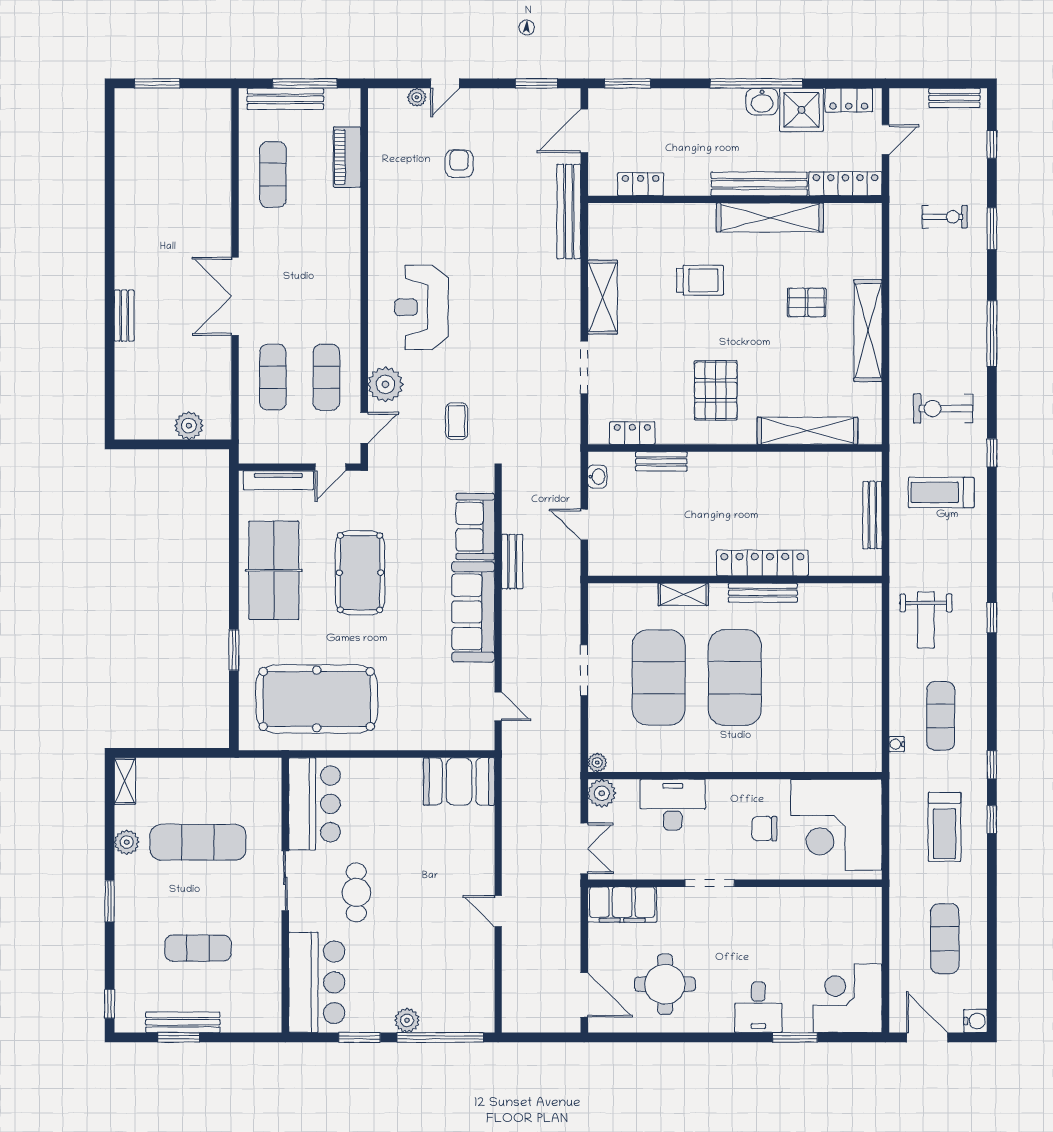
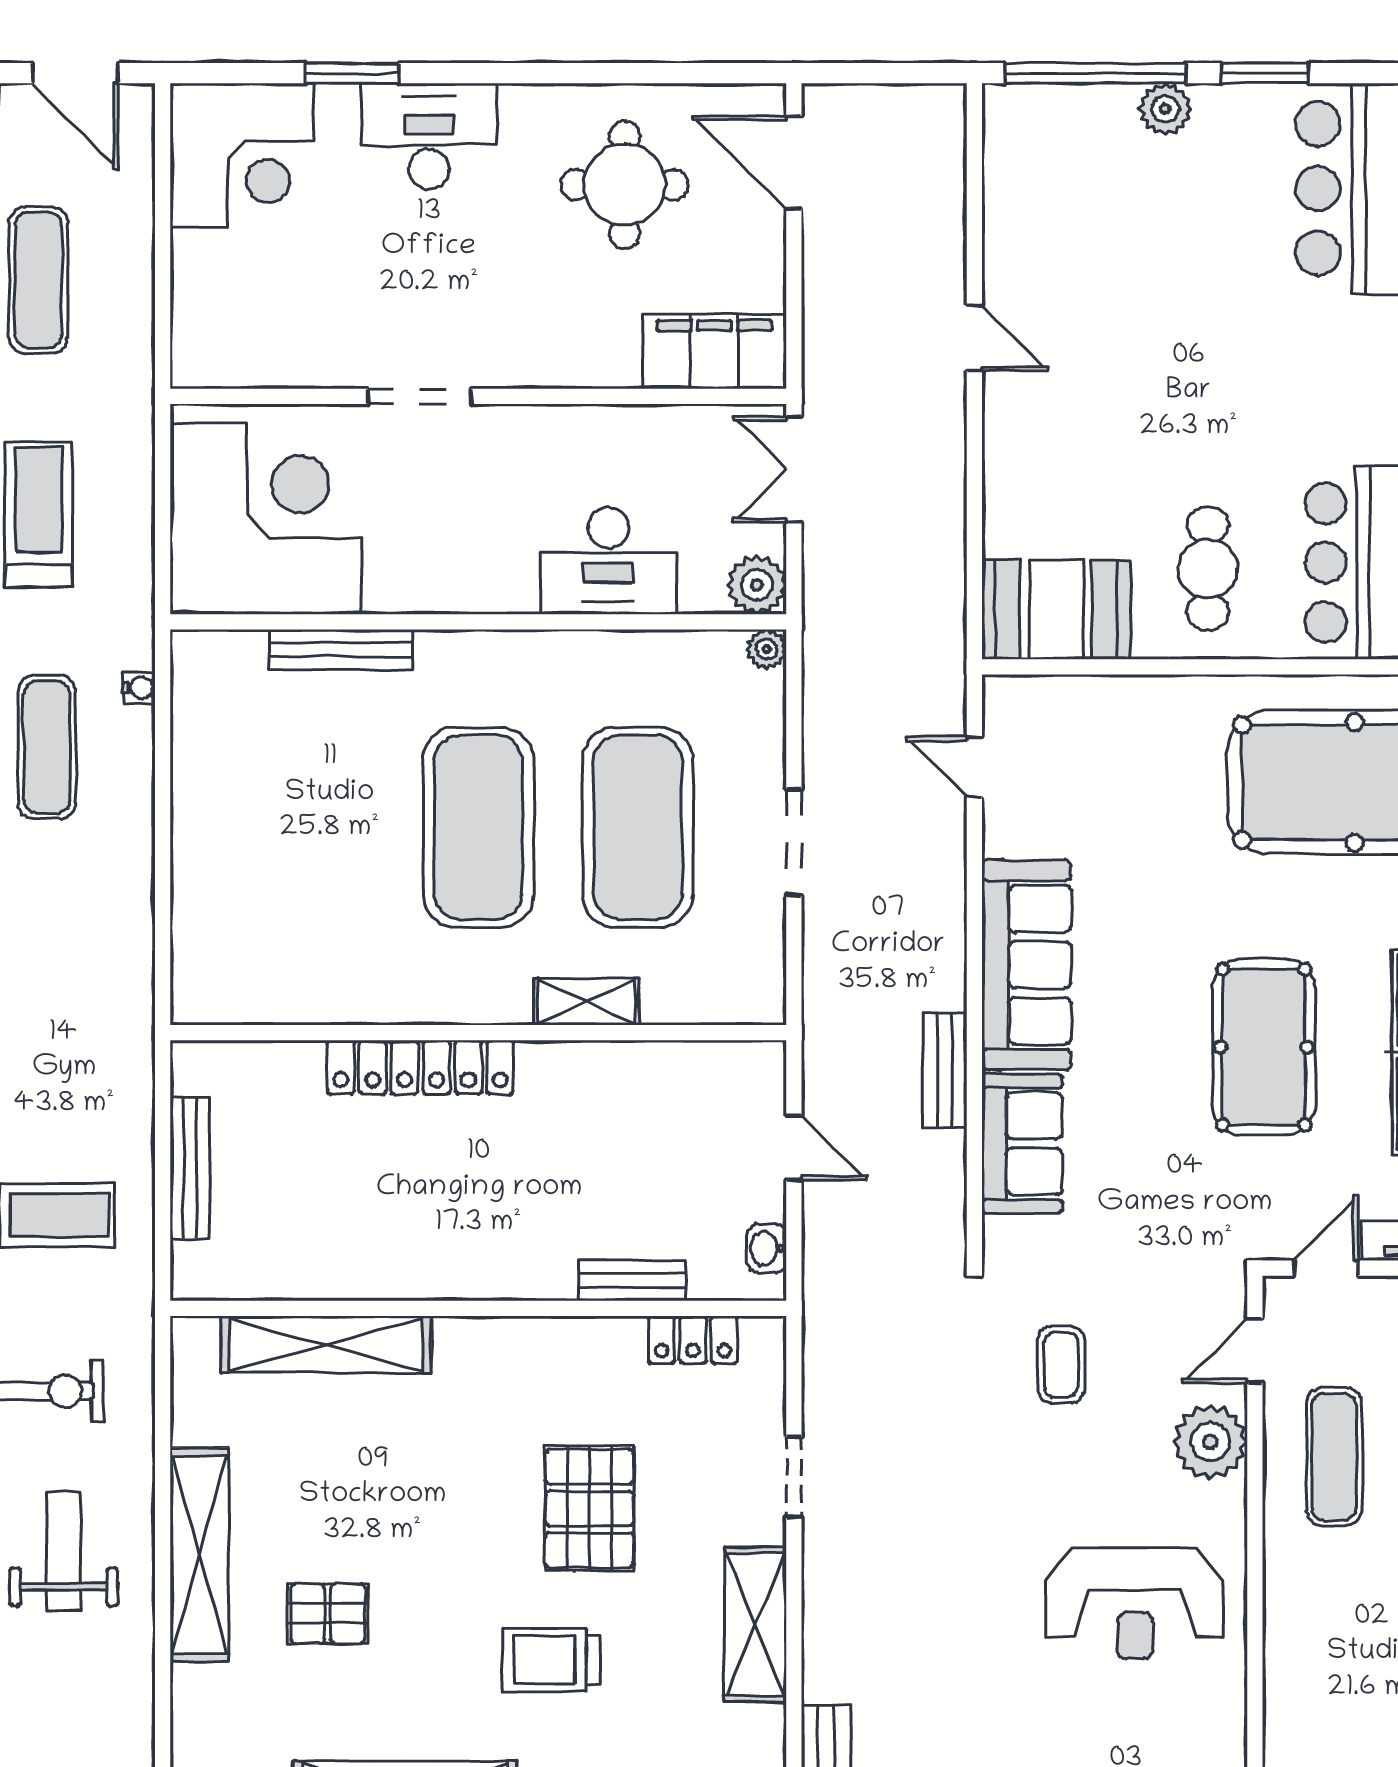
reception desk: (421, 307) -> (1135, 1603), turned 90
doorway: (584, 367) -> (794, 1477), width x0.73
pallet: (716, 390) -> (589, 1509), moved
bench: (763, 593) -> (341, 649), moved
weight bench: (926, 620) -> (64, 1551), moved
chair: (764, 829) -> (416, 511), removed
doorway: (710, 883) -> (419, 396), moved
cafe table: (356, 892) -> (1208, 569), moved
desk: (758, 1007) -> (429, 136), width x1.37

